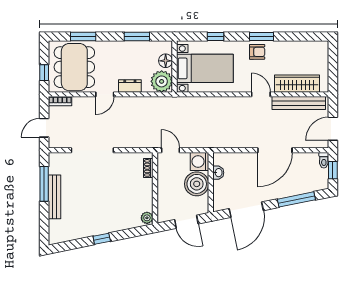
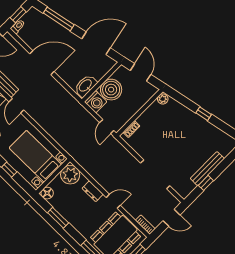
floor lamp: (166, 61) -> (47, 193), moved
washbasin: (218, 173) -> (86, 86), width x1.91, depth x1.45
window: (44, 184) -> (206, 183), width x0.46

